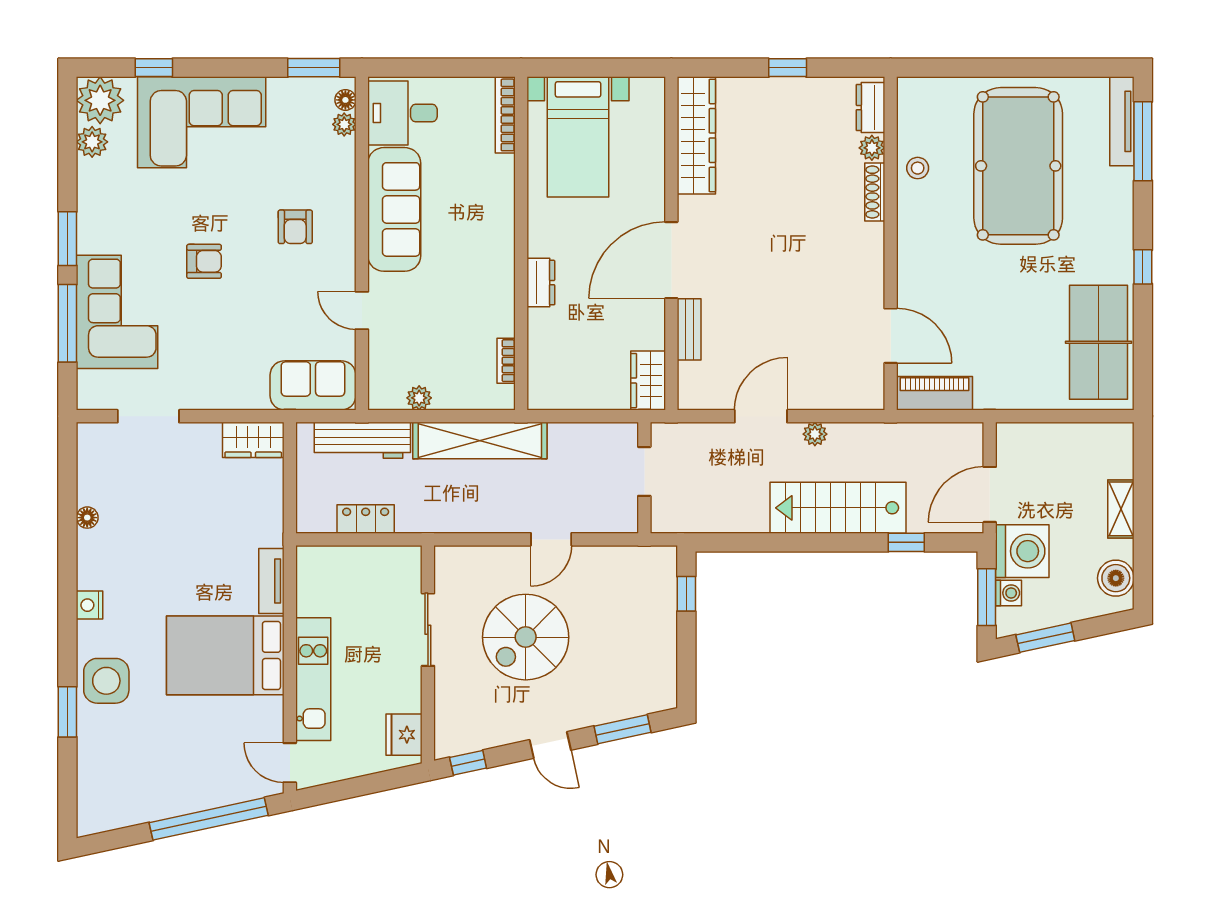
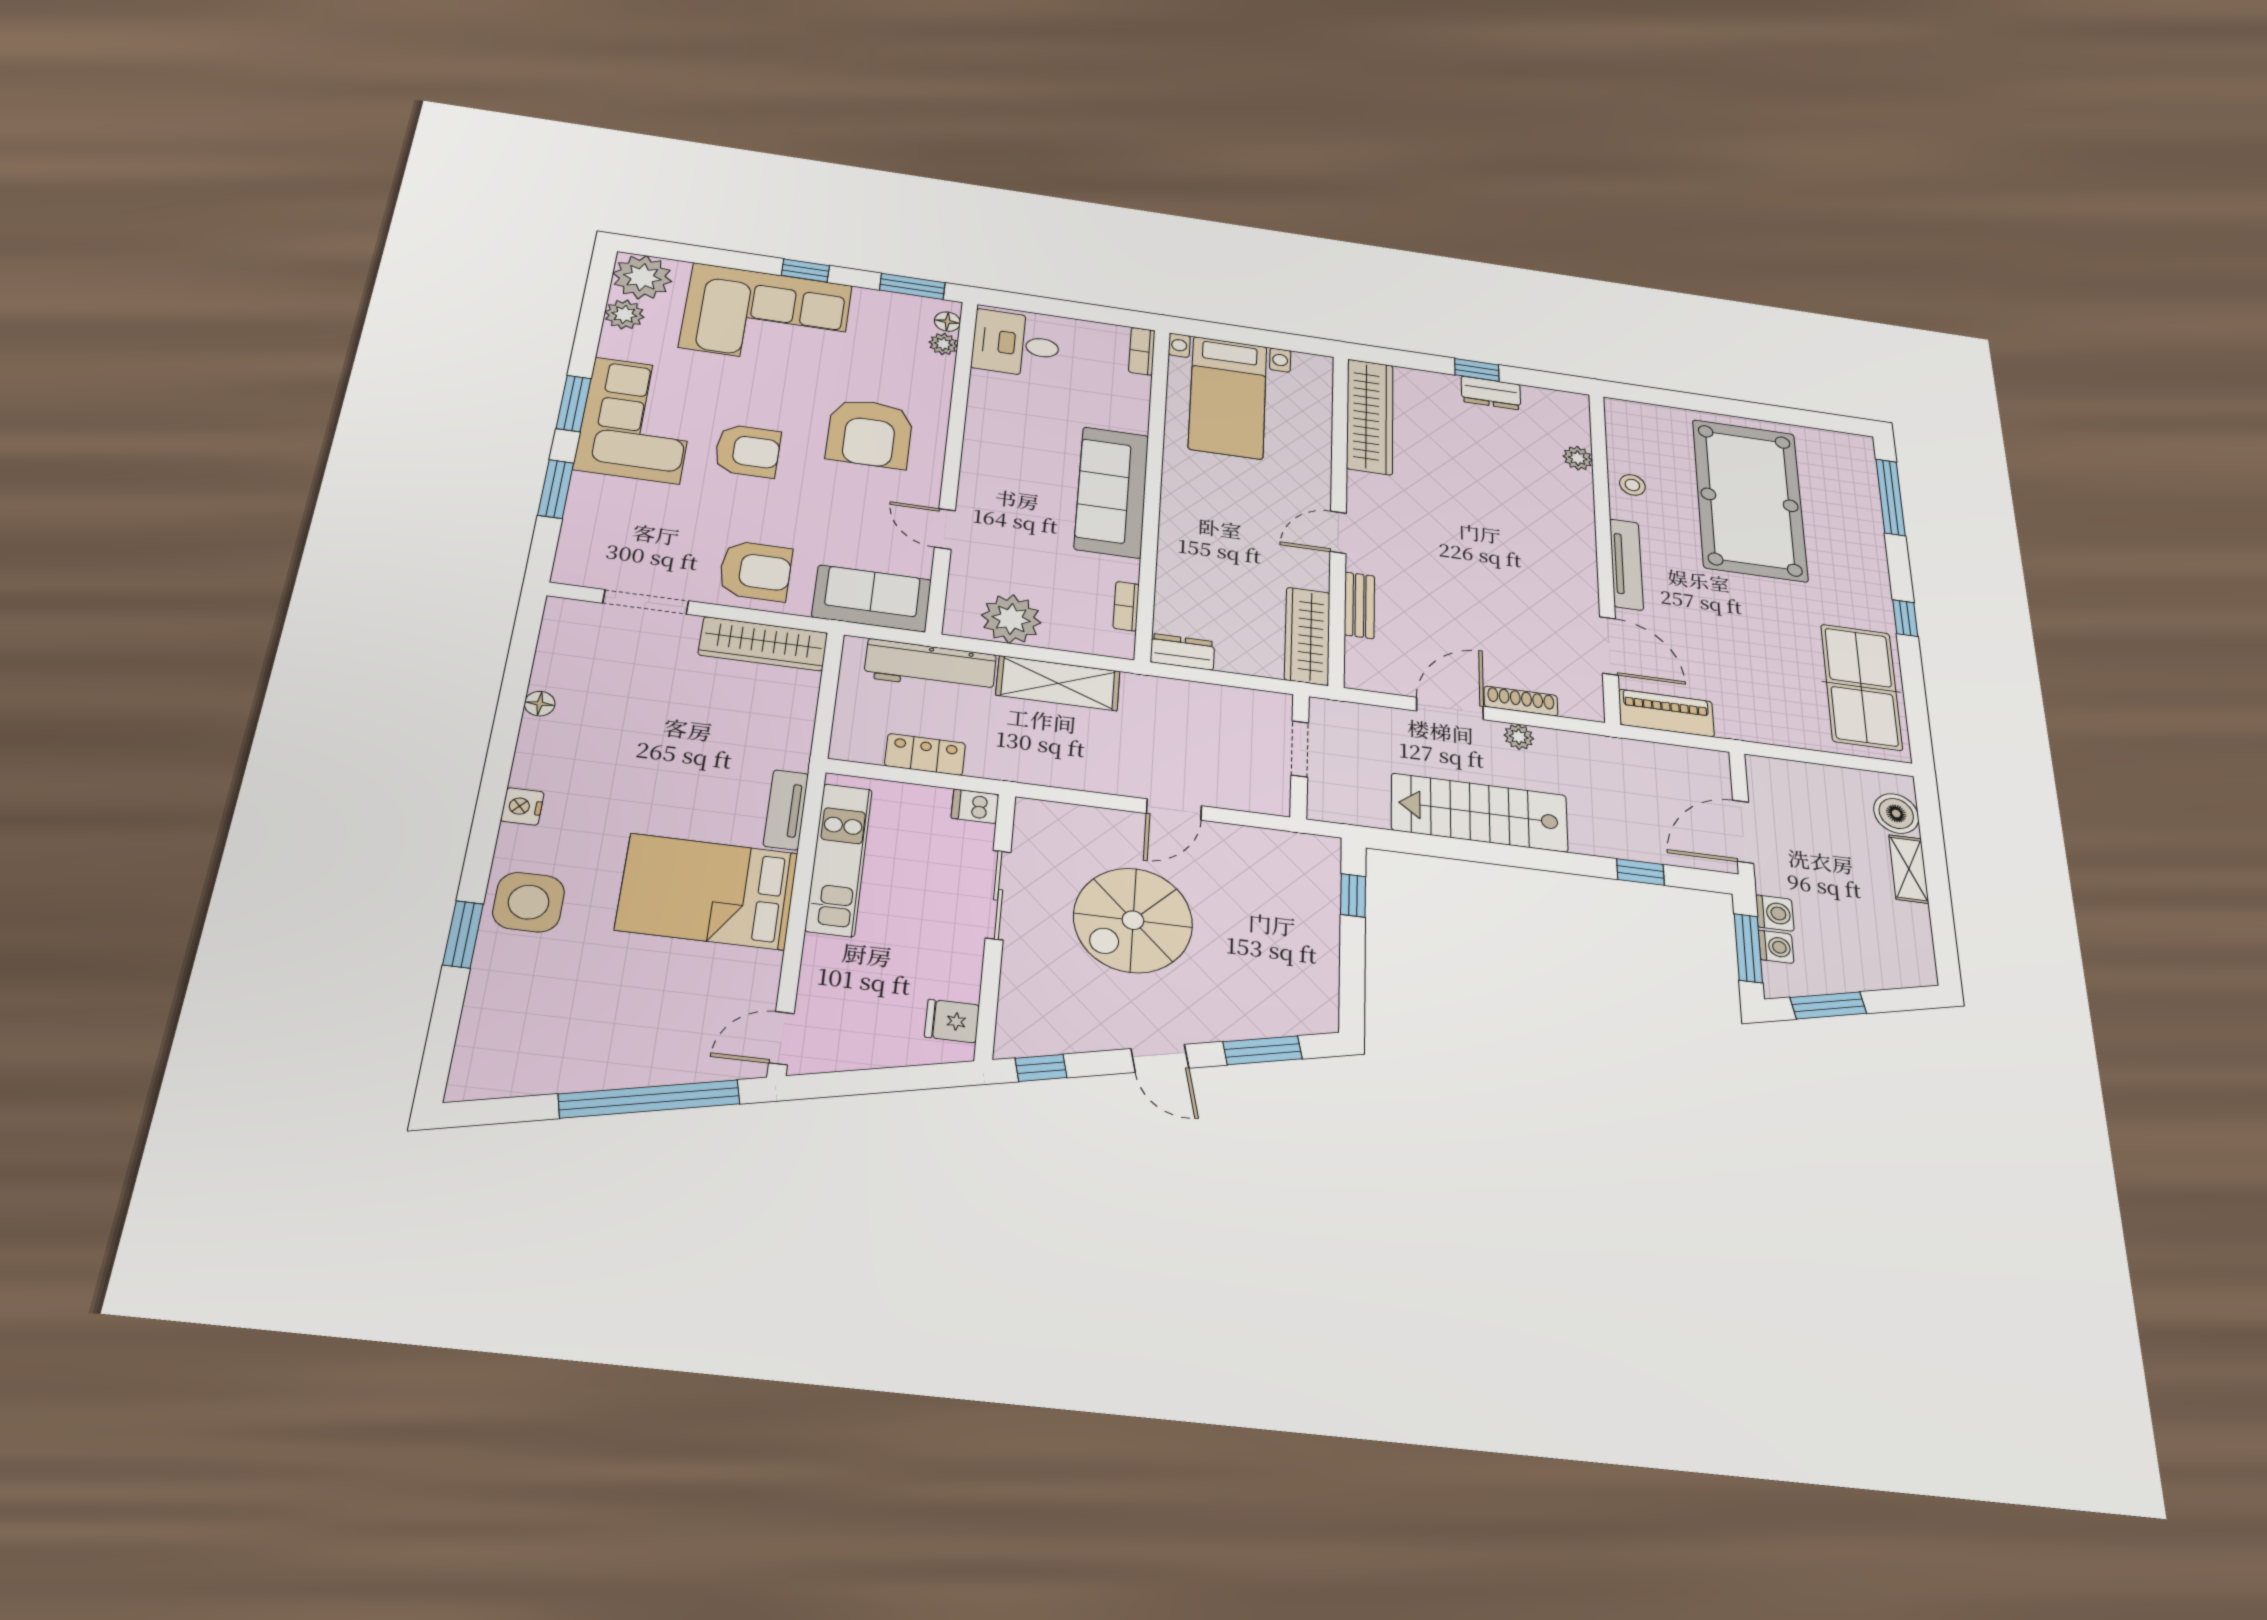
window: (154, 68) -> (805, 271), moved
dresser: (870, 108) -> (1491, 393), moved, turned -90
bookcase: (505, 115) -> (1142, 351), width x0.64
tv unit: (1122, 121) -> (1626, 564), moved, turned 180
shoe rack: (875, 192) -> (1521, 701), moved, turned 90
sofa: (394, 209) -> (1112, 492), moved, turned 180
armchair: (295, 227) -> (870, 433), width x1.88, depth x1.88
door: (671, 260) -> (1338, 532), width x0.53
armchair: (204, 261) -> (747, 451), width x1.38, depth x1.38
dresser: (541, 283) -> (1182, 652), moved, turned -90
corner sofa: (117, 312) -> (637, 420), moved
window: (67, 323) -> (556, 489), width x0.69
armchair: (224, 375) -> (755, 571), added
wardrobe: (648, 381) -> (1307, 636), width x1.50
plant: (419, 398) -> (1011, 619), width x1.87, depth x1.87
wardrobe: (253, 440) -> (763, 644), width x1.50
shelving: (480, 441) -> (1058, 683), width x0.68
stairs: (838, 508) -> (1480, 813), moved
washing machine: (1022, 551) -> (1775, 913), width x0.53, depth x0.53
dishwasher: (406, 558) -> (975, 806), added
boiler: (1116, 578) -> (1896, 814), moved
kitchen unit: (313, 679) -> (839, 859), moved
fridge: (404, 735) -> (952, 1021), width x0.72
door: (290, 763) -> (781, 1038), hinge flipped

